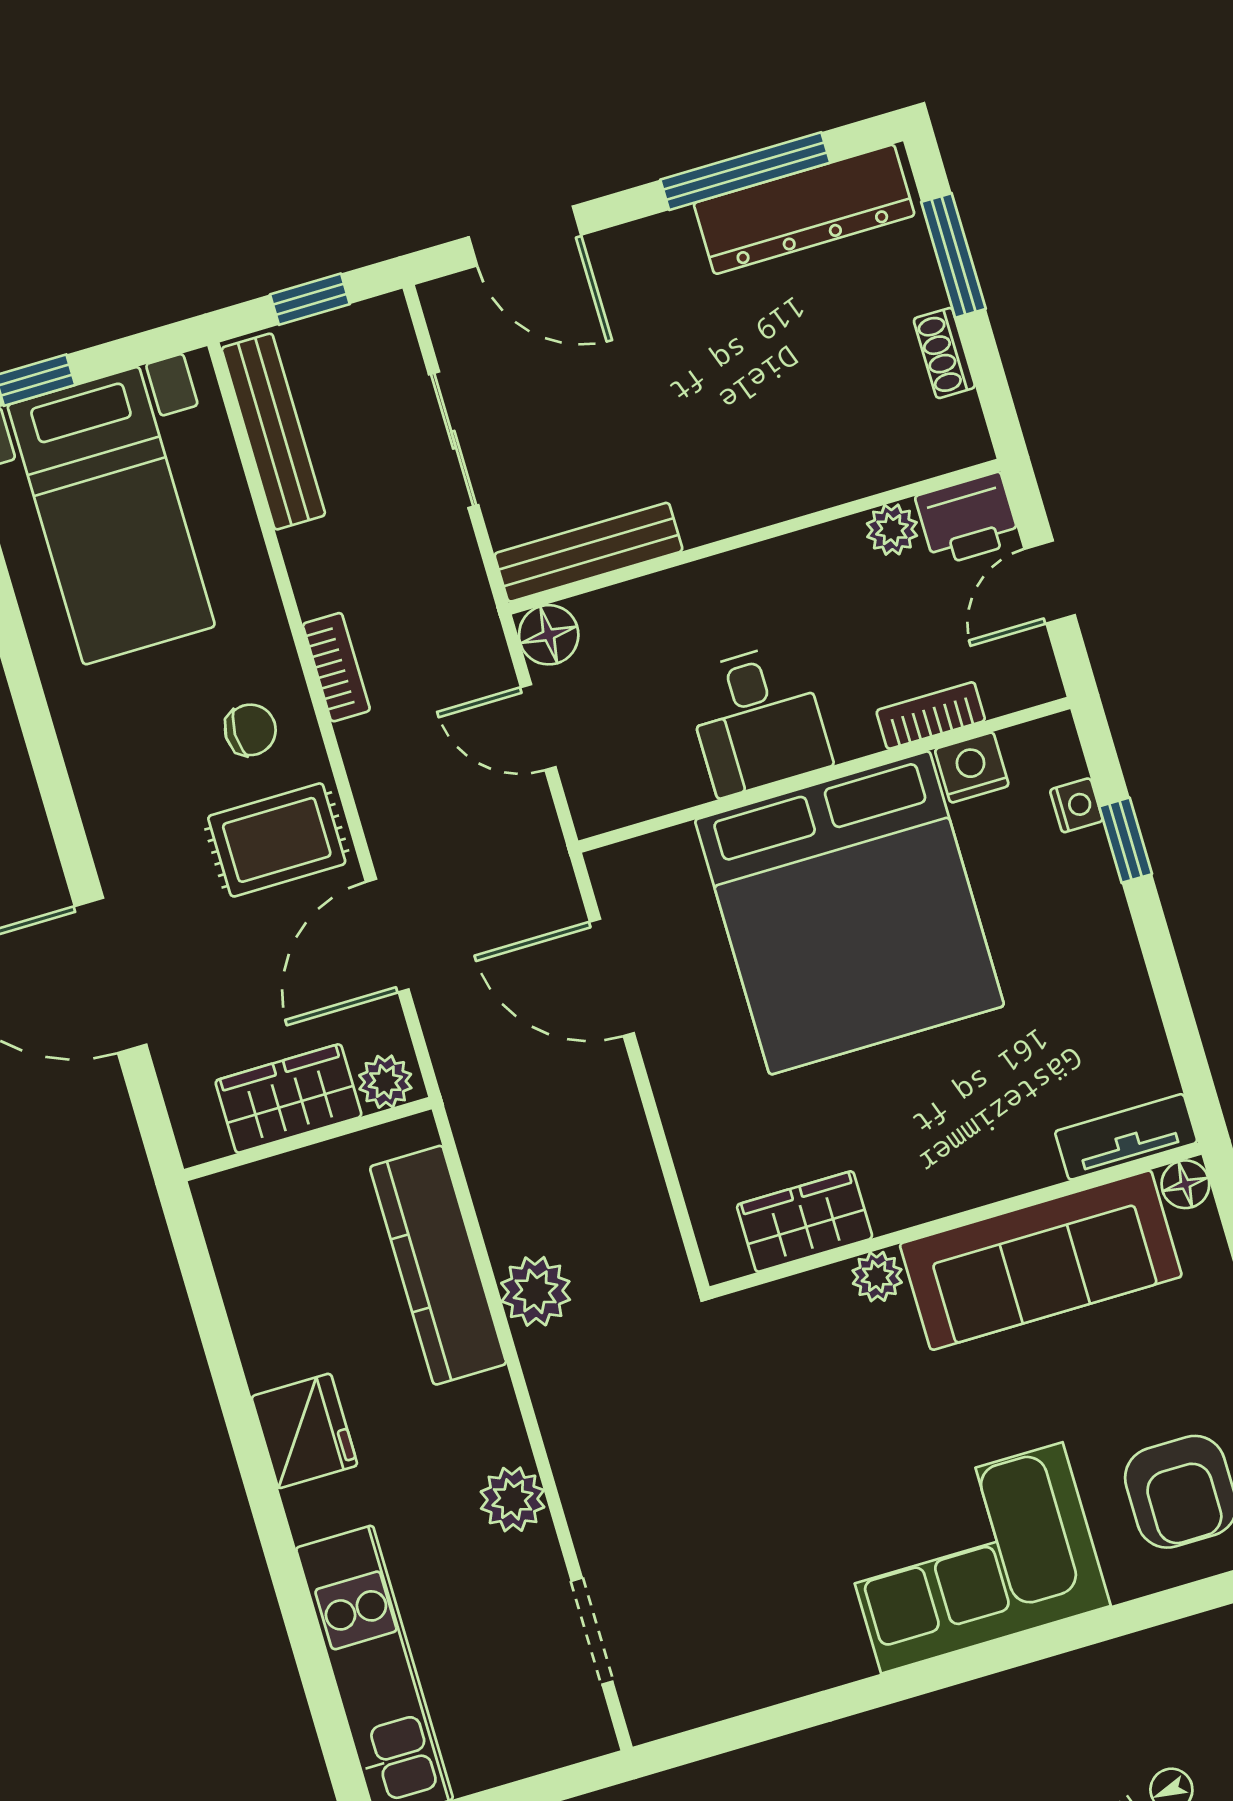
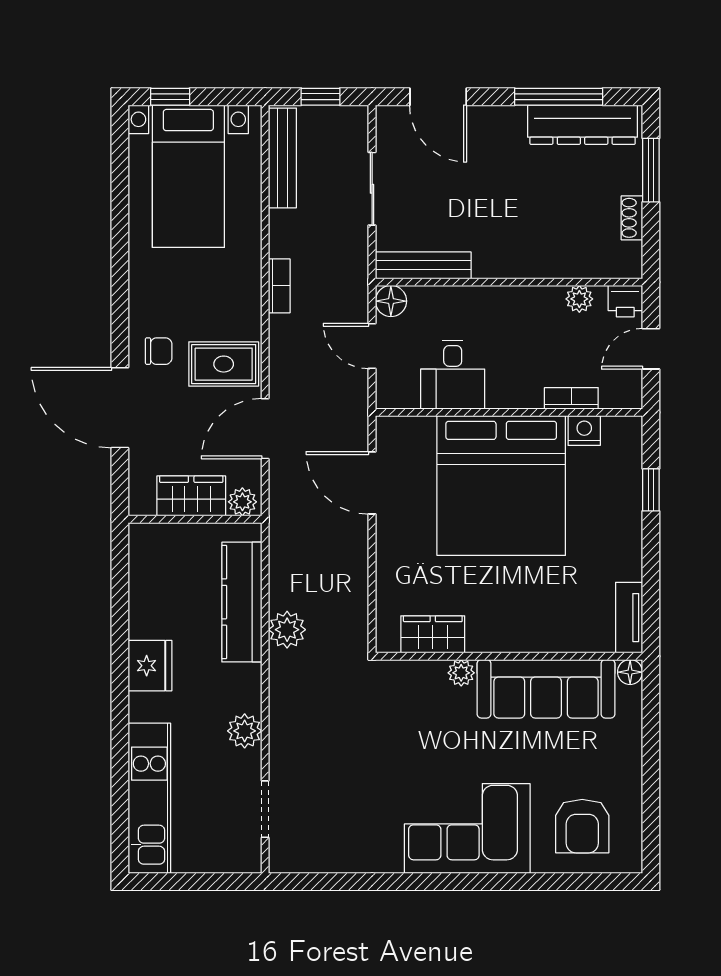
printer: (968, 519) -> (625, 301), width x0.73, depth x0.81
desk: (758, 719) -> (453, 375), moved
chair: (250, 730) -> (159, 351), moved
nightstand: (1076, 805) -> (631, 465), removed
tv unit: (1126, 1137) -> (629, 618), moved, turned -90

